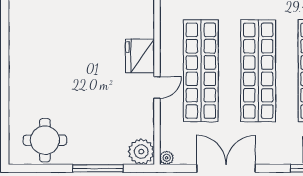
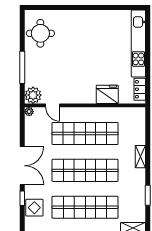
fridge: (140, 56) -> (107, 94), moved
door: (157, 87) -> (53, 105), moved
double door: (226, 168) -> (22, 166), moved

